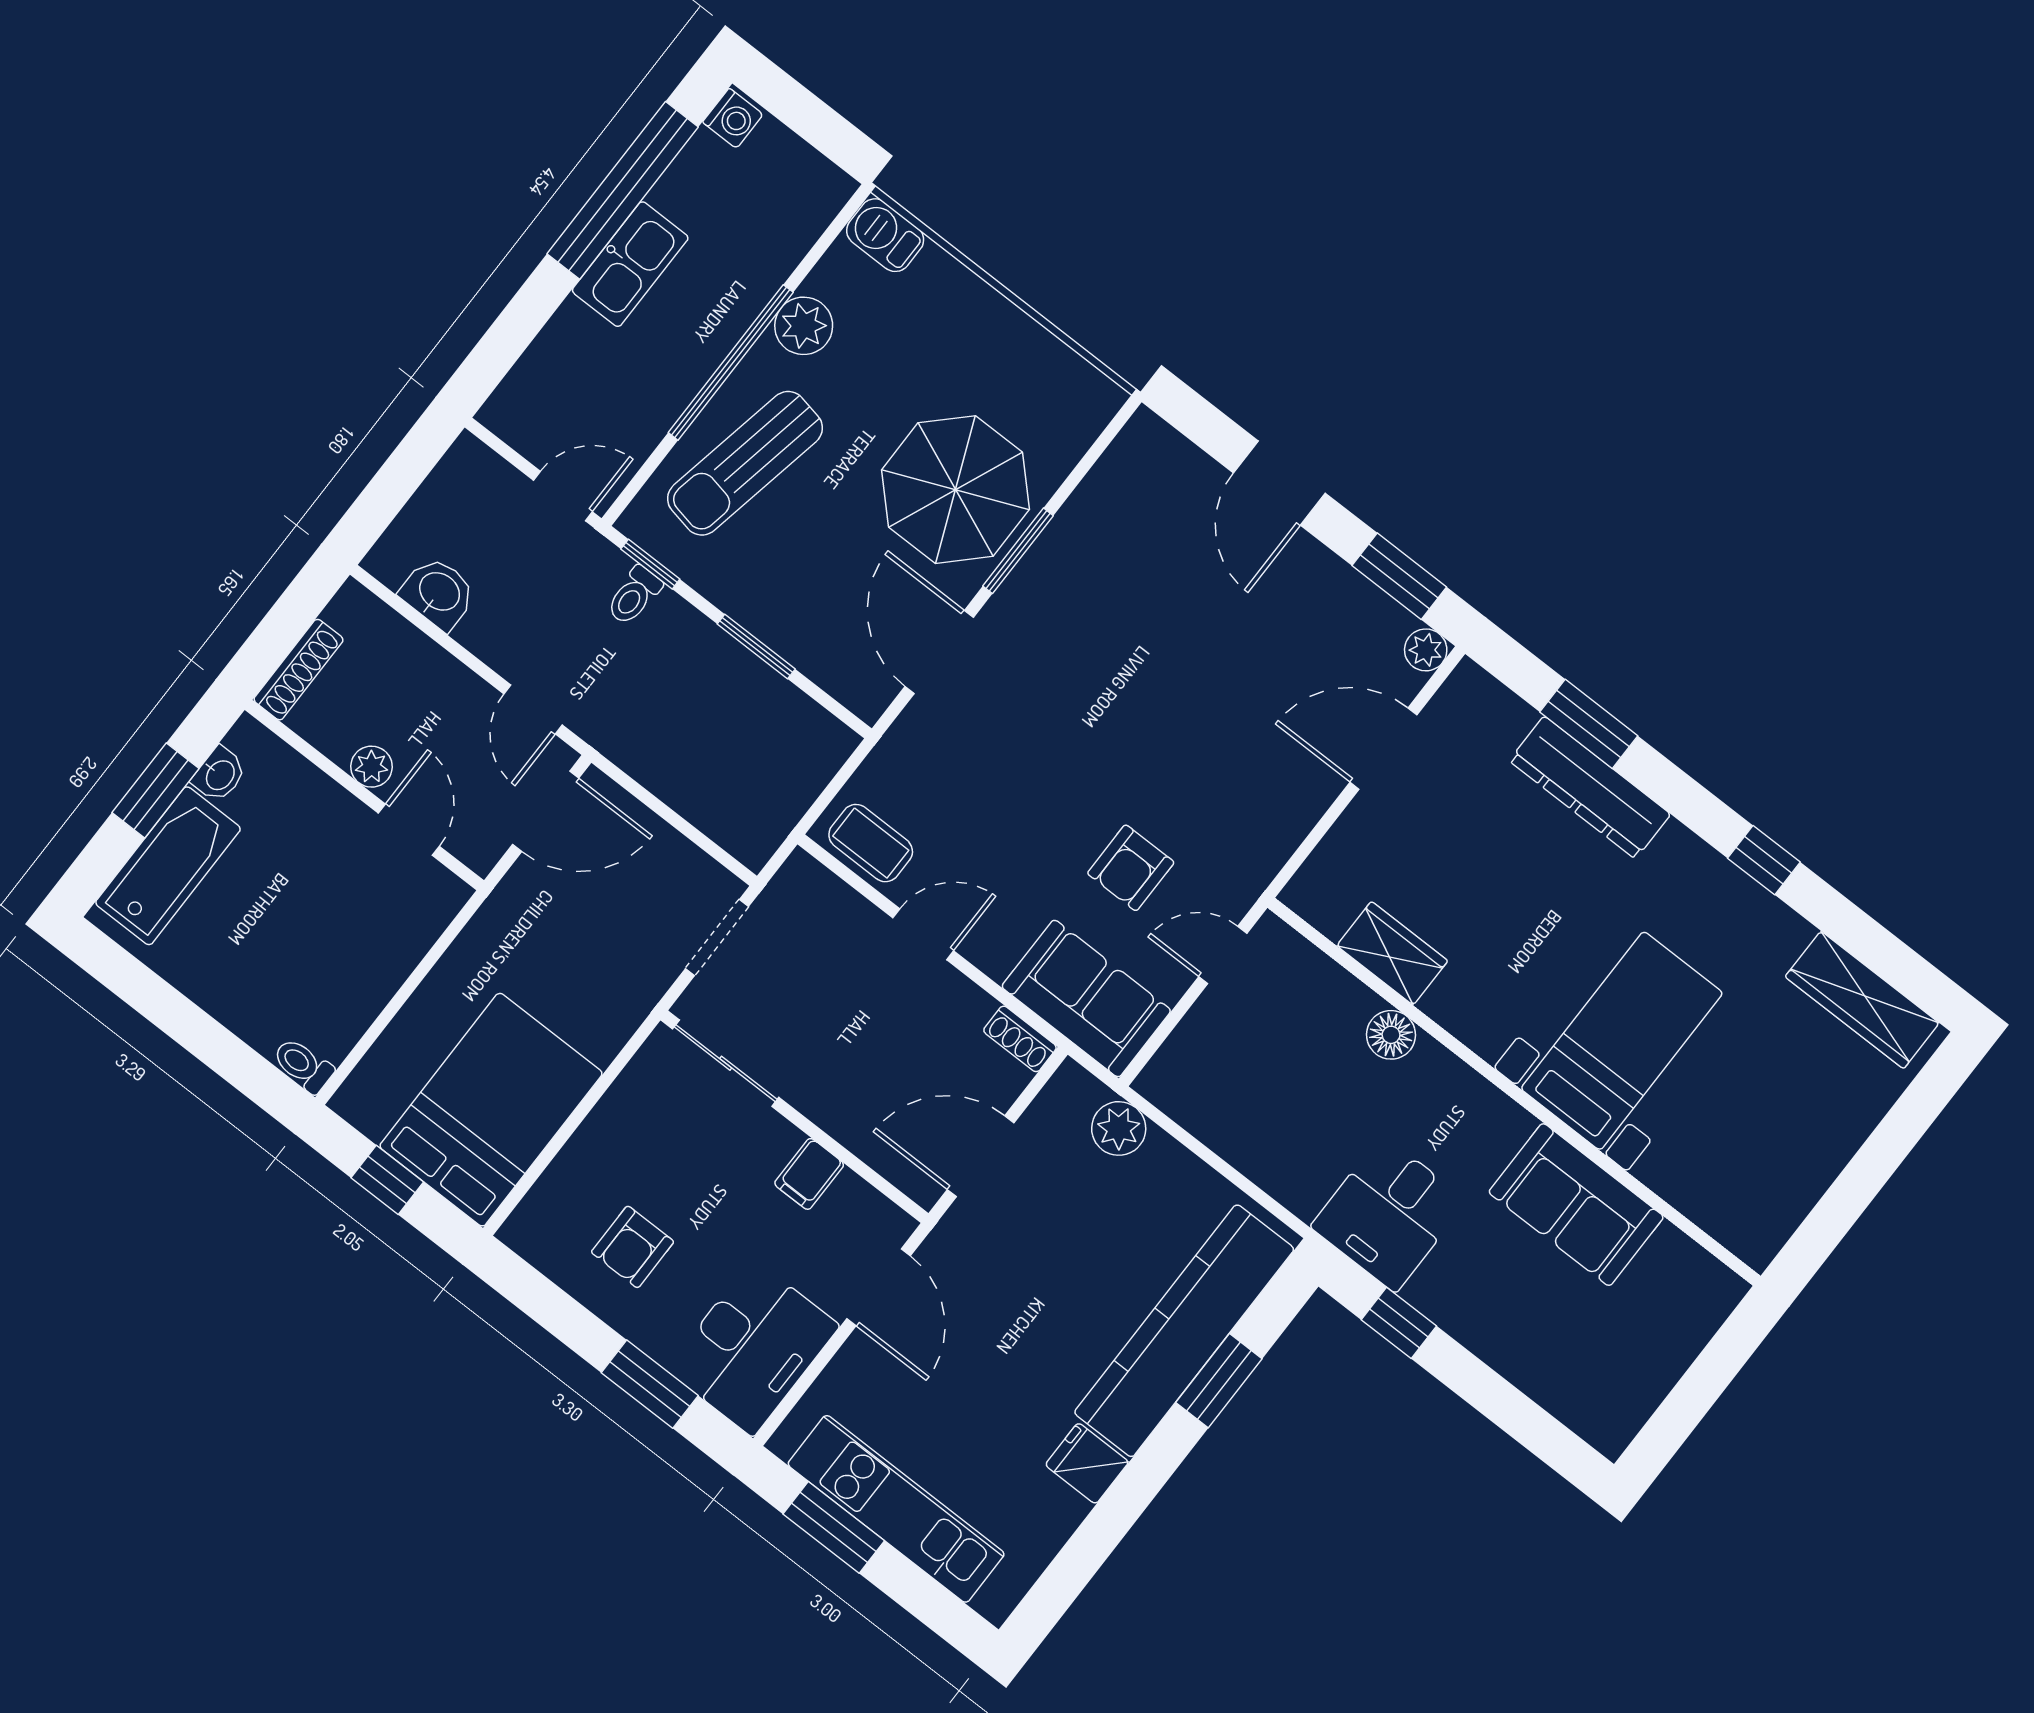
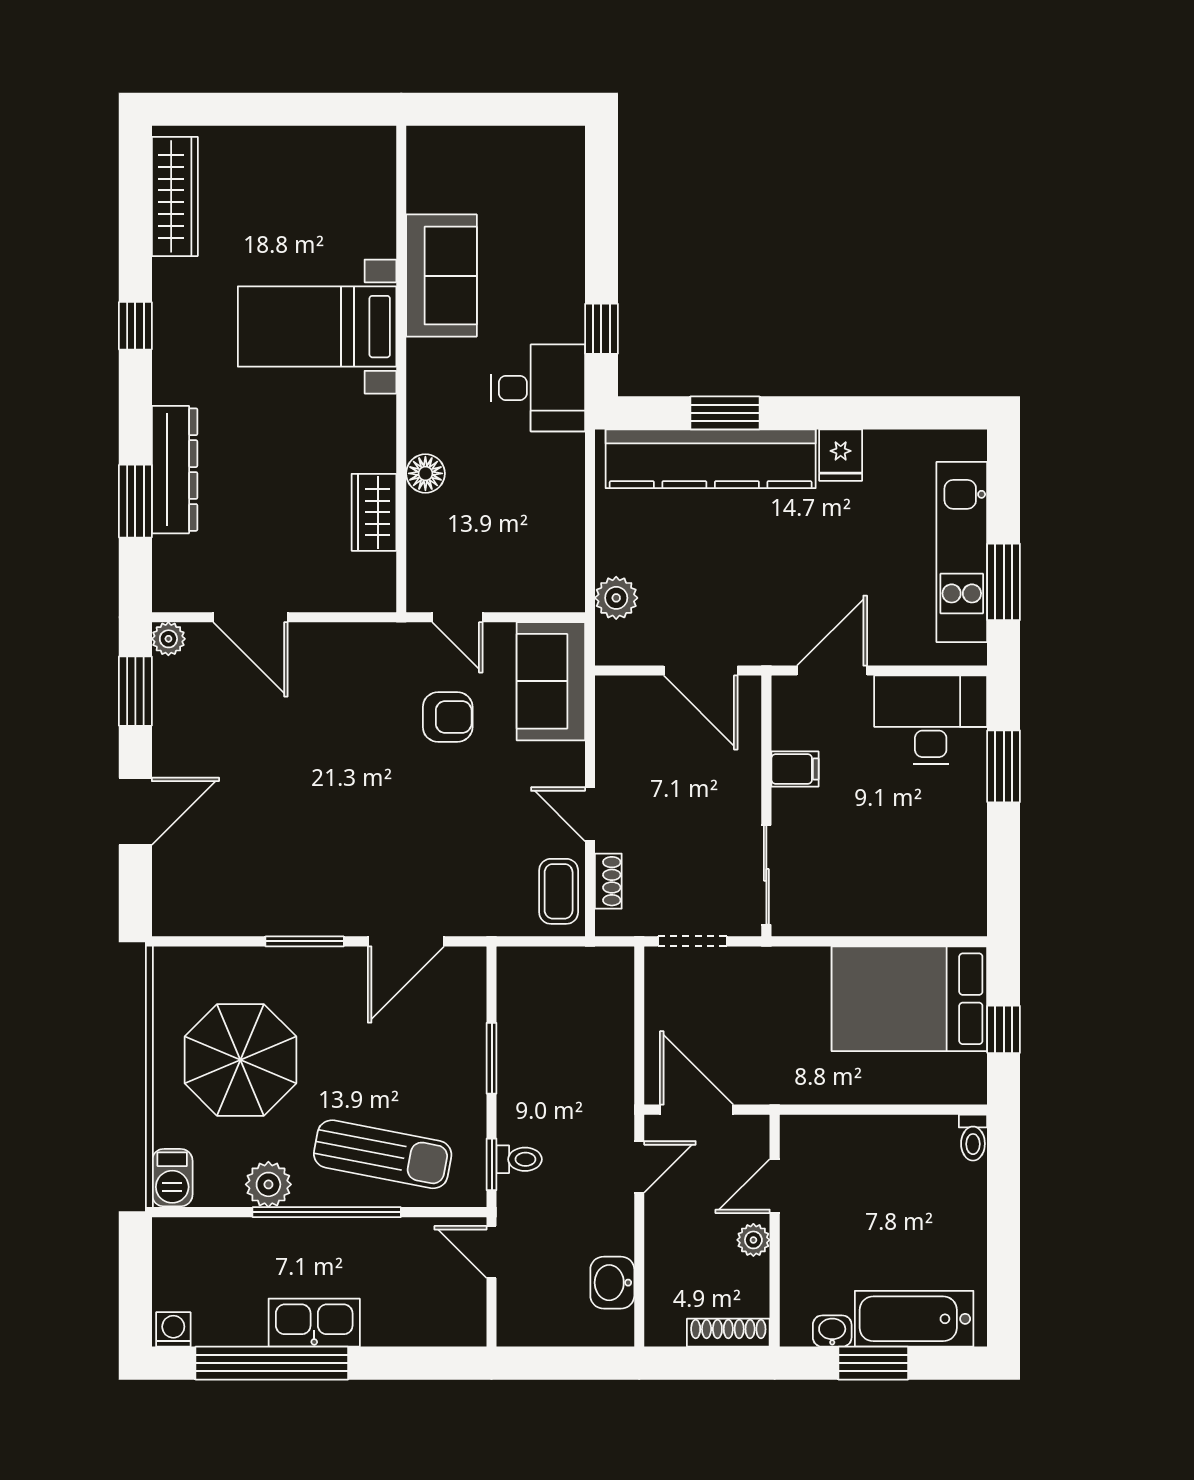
parasol: (956, 490) -> (240, 1060), moved
shoe rack: (1020, 1039) -> (608, 881), moved
armchair: (633, 1247) -> (926, 844), removed

